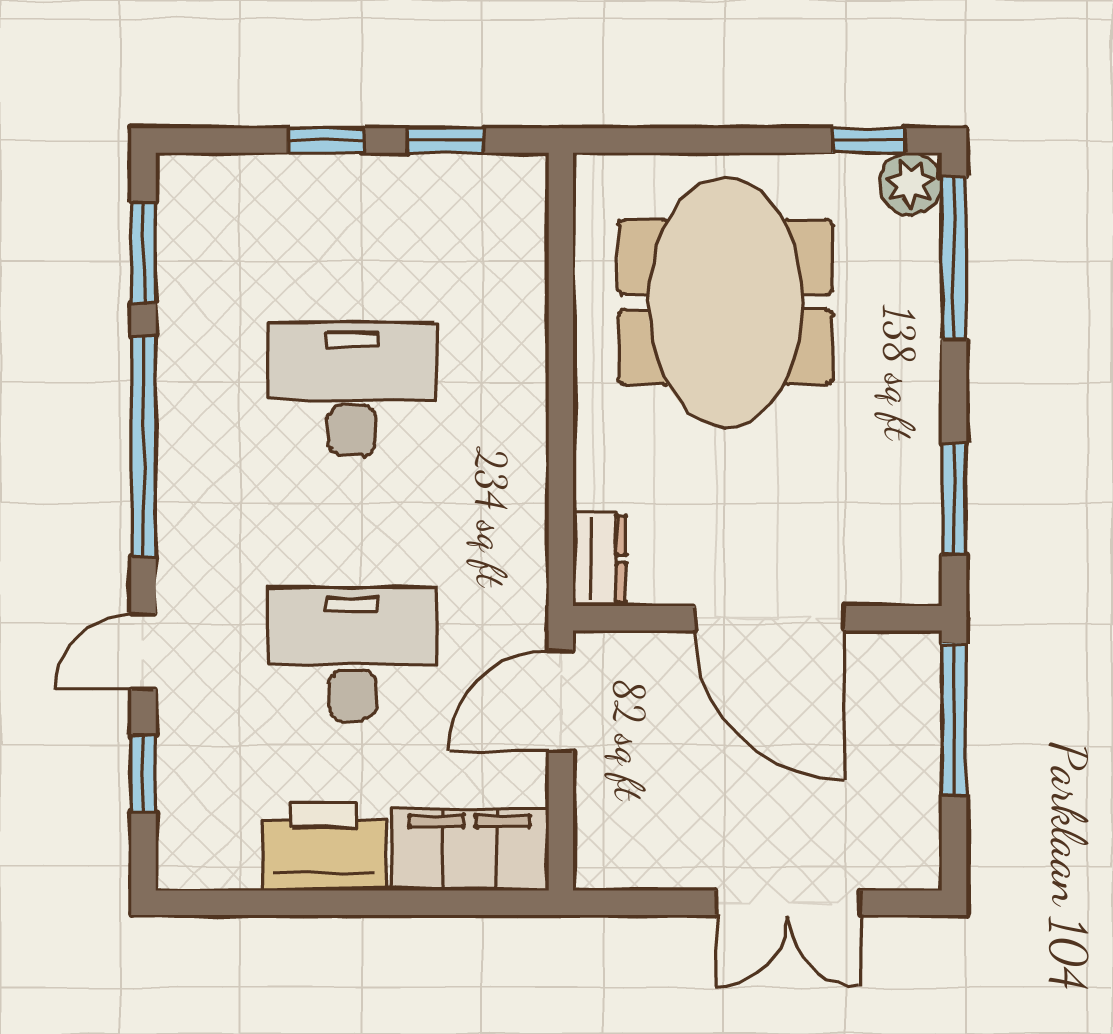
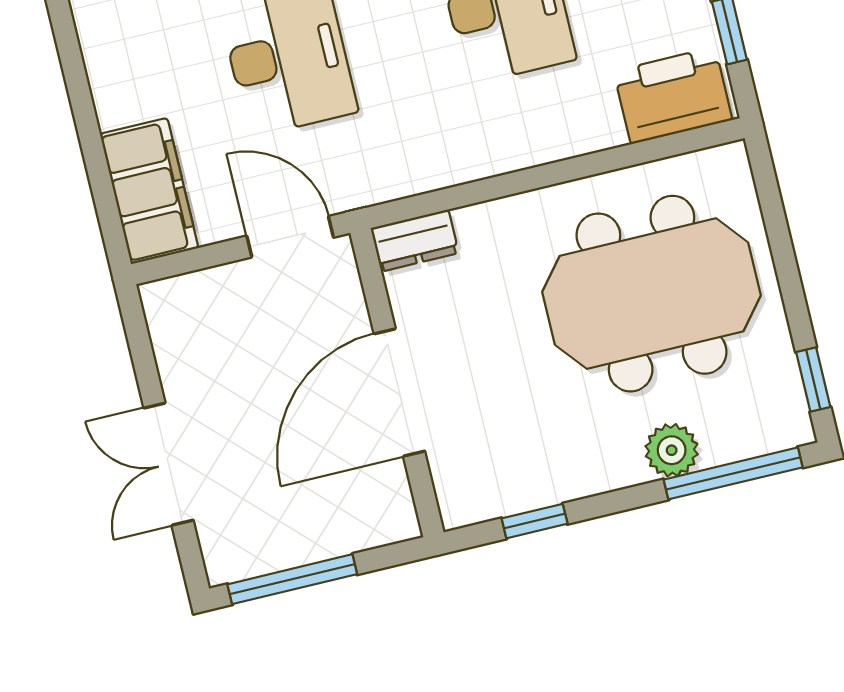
plant: (911, 184) -> (672, 450), moved
window: (954, 499) -> (535, 521), width x0.67
window: (954, 719) -> (292, 579), moved
printer: (324, 846) -> (673, 96), moved, turned -90

